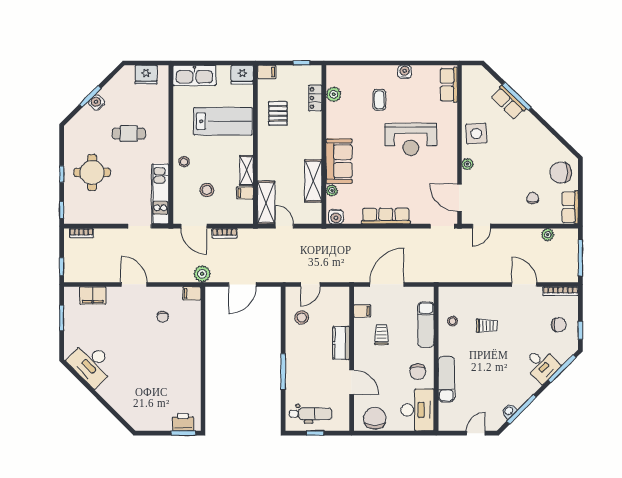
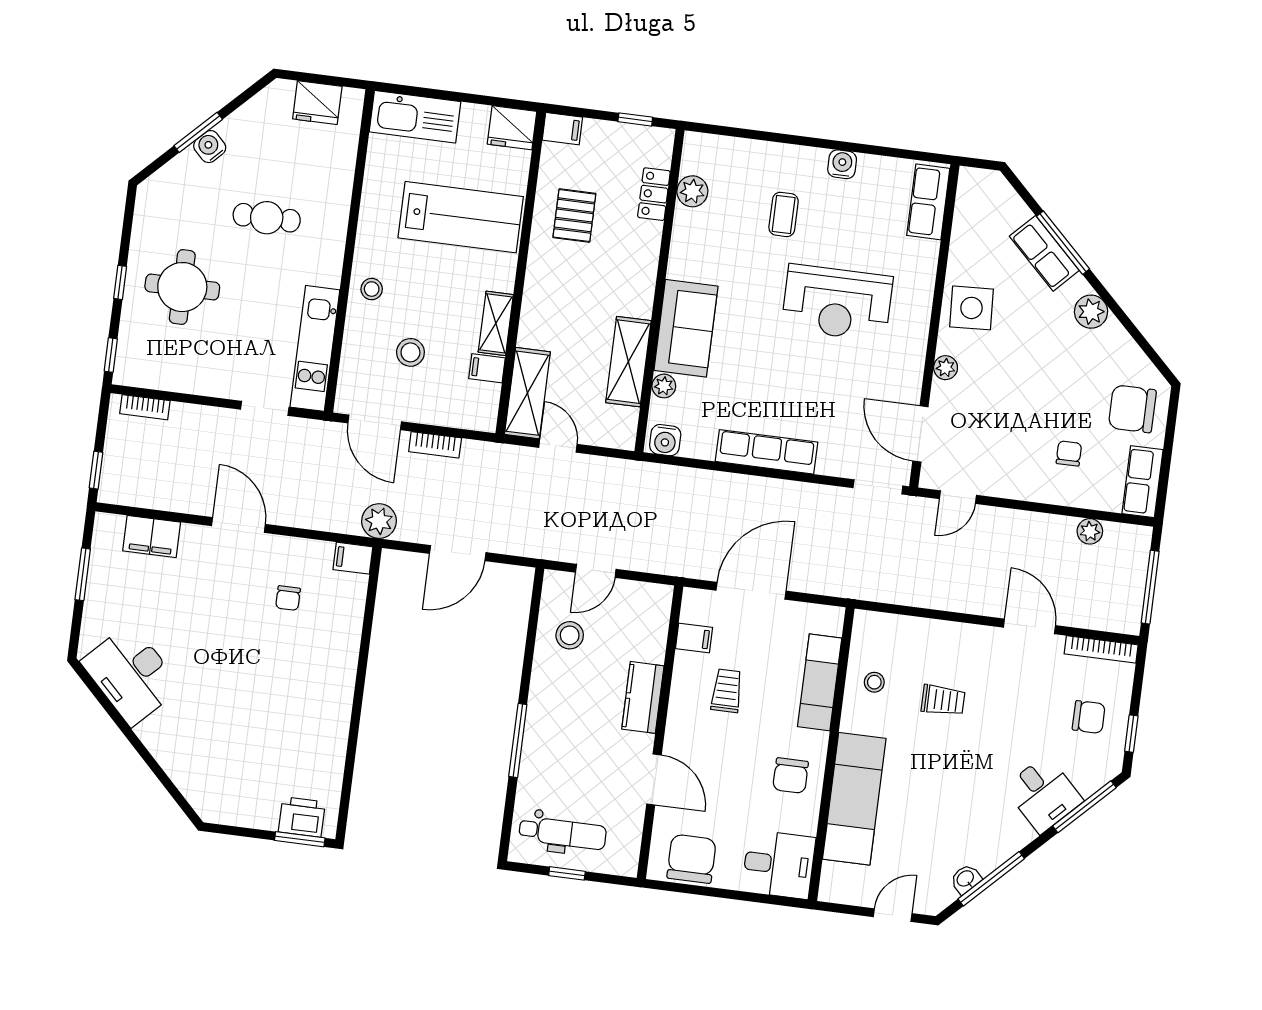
plant: (535, 128) -> (1091, 312), added
exam couch: (446, 379) -> (854, 799), width x1.36, depth x1.45
desk: (417, 410) -> (779, 864), width x0.73

